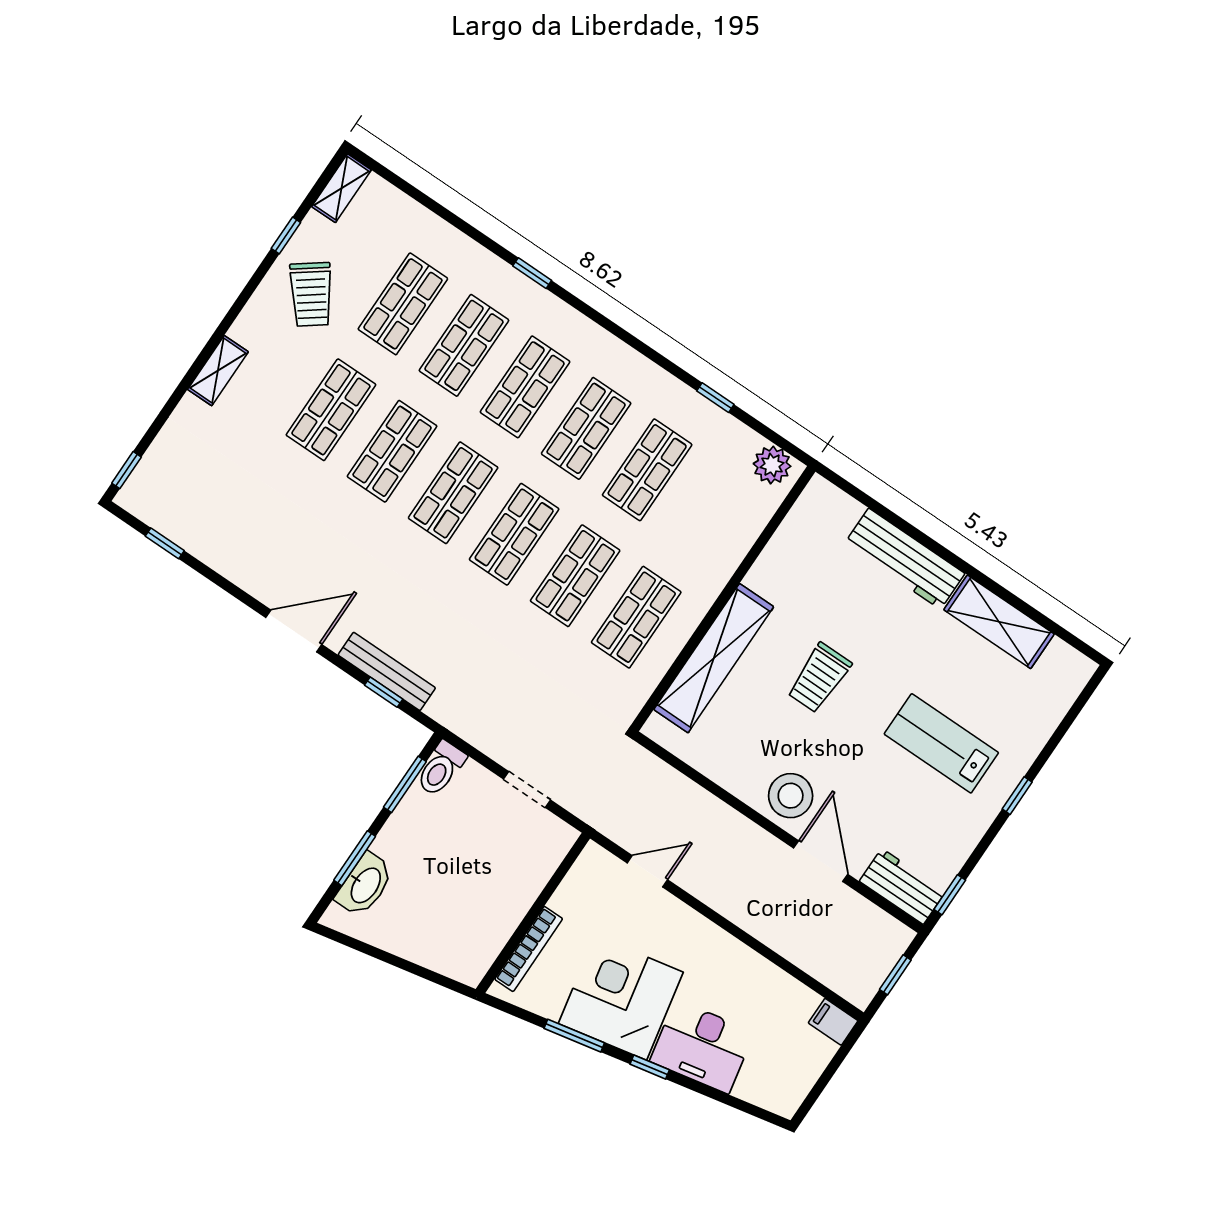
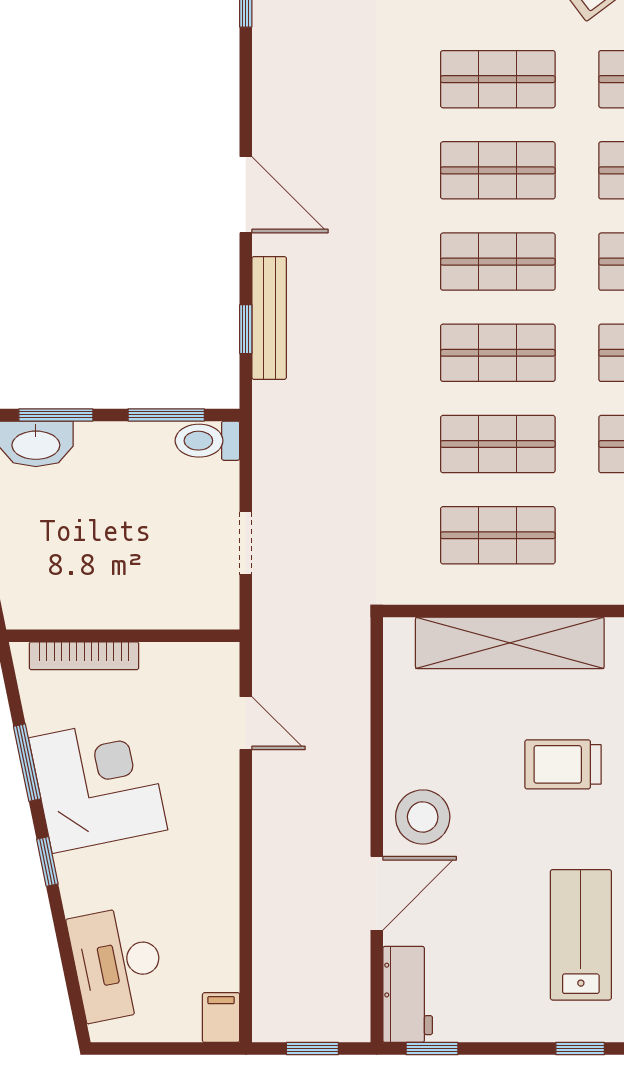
desk: (702, 1047) -> (117, 963), moved

